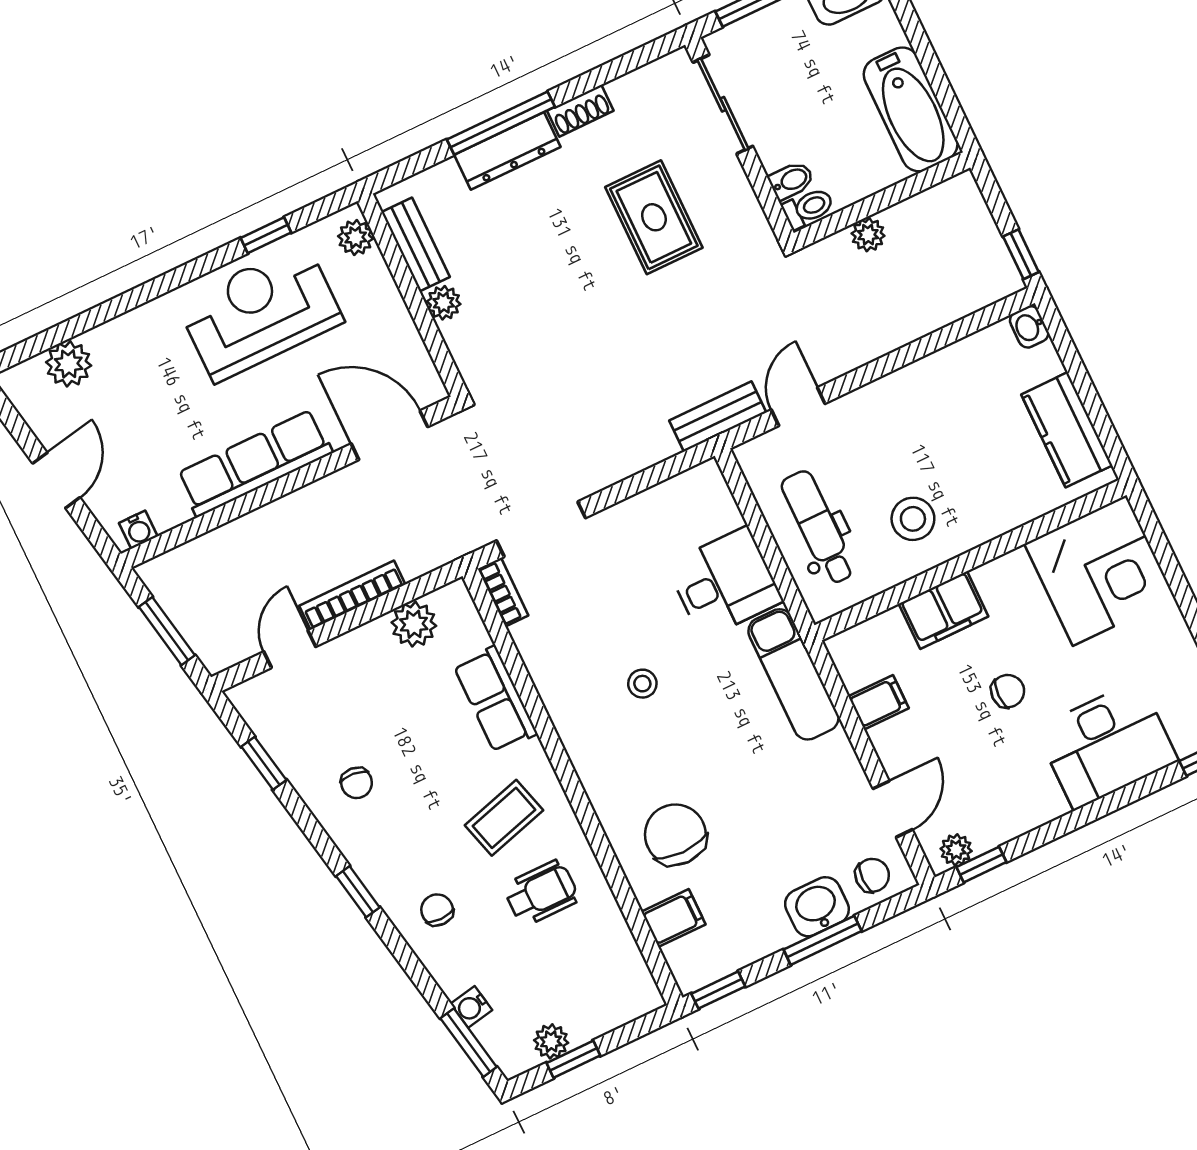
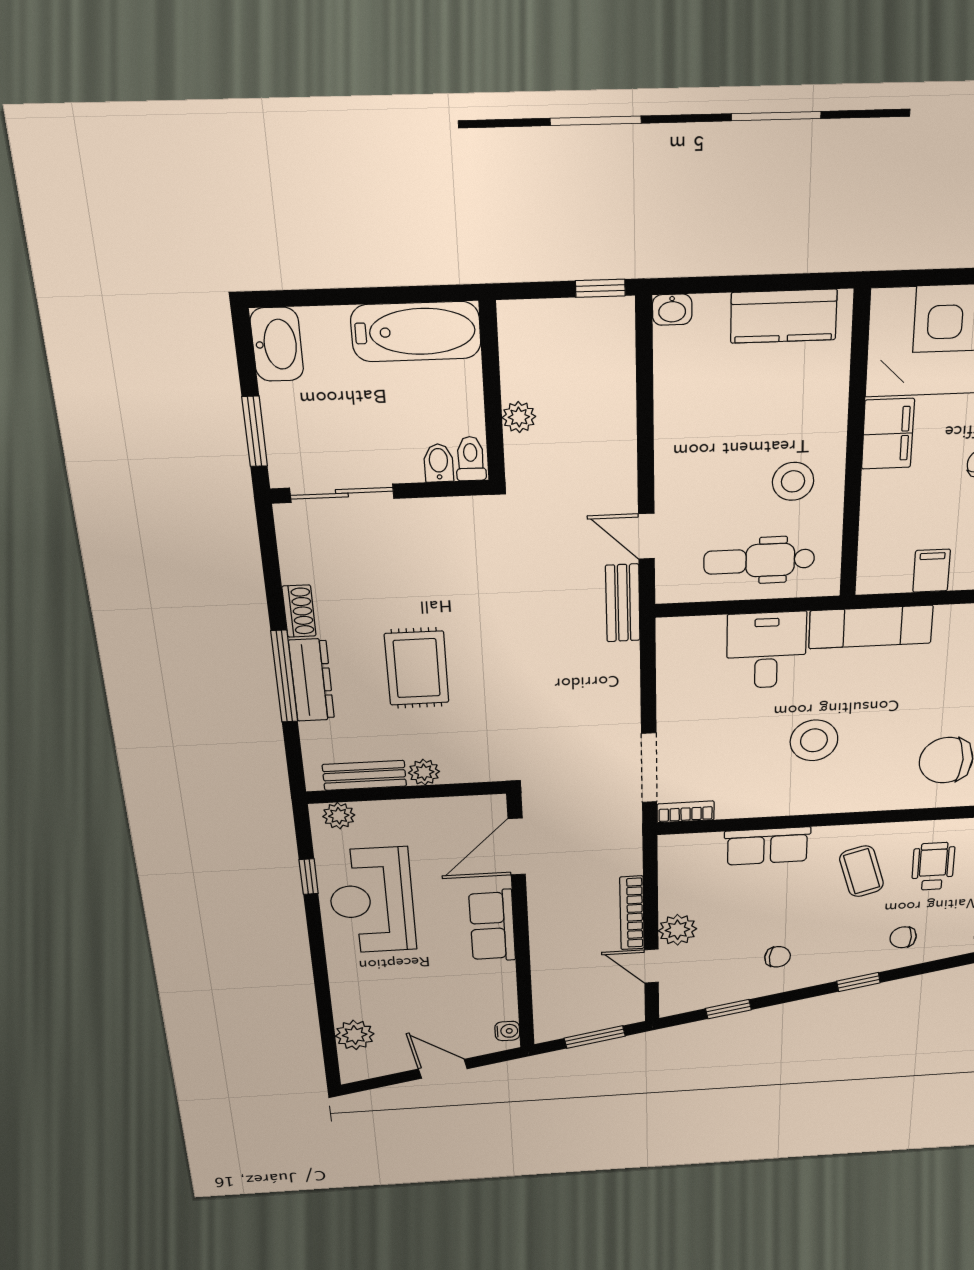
rug: (654, 217) -> (417, 668), moved, turned 90
row of seats: (255, 463) -> (492, 926), width x0.68
filing cabinet: (944, 610) -> (888, 434), moved
plant: (414, 624) -> (677, 930), moved
stool: (642, 684) -> (814, 740), width x1.89, depth x1.89

